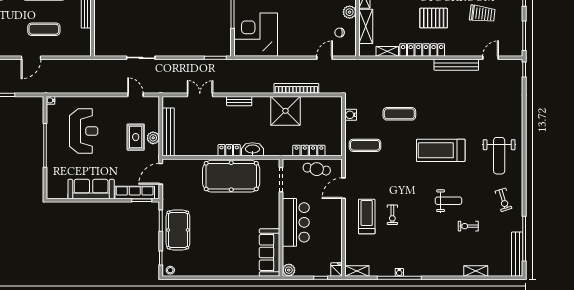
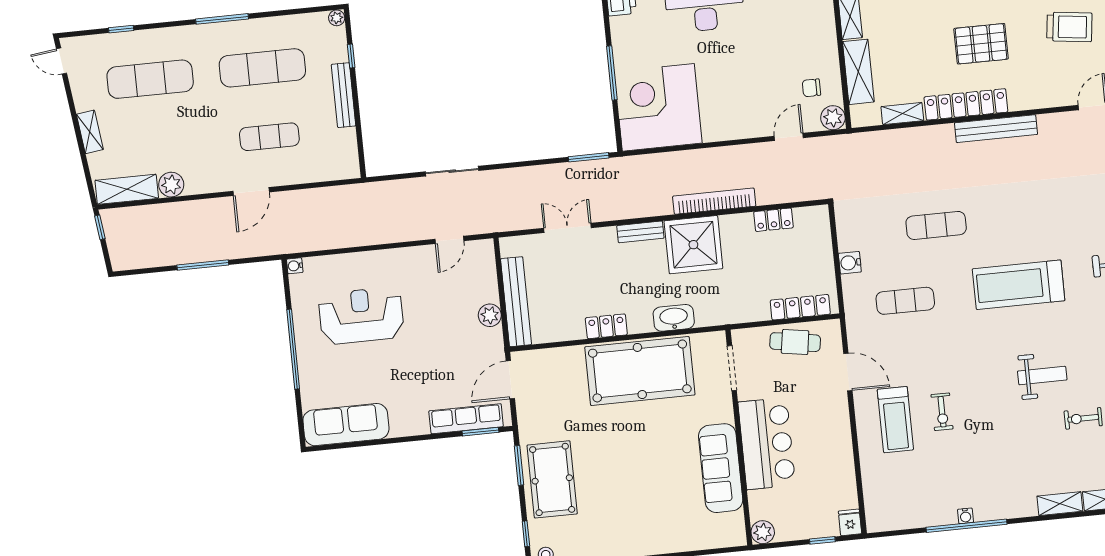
plant: (350, 12) -> (833, 118), moved
bench: (456, 65) -> (996, 129), moved
bookcase: (296, 88) -> (714, 201), moved
door: (135, 95) -> (449, 240), swing flipped
locker: (312, 102) -> (774, 220), added
shower: (285, 111) -> (693, 245), moved
water cooler: (351, 115) -> (850, 263), moved
reception desk: (84, 131) -> (361, 316), turned -90
rug: (136, 137) -> (458, 317), removed
exercise mat: (365, 145) -> (905, 301), moved
locker: (229, 150) -> (606, 326), moved
locker: (309, 150) -> (800, 307), moved
door: (344, 188) -> (848, 372), swing flipped
sofa: (91, 189) -> (346, 425), moved
treadmill: (367, 216) -> (895, 420), turned 180
sofa: (270, 252) -> (721, 468), moved
shelving: (357, 271) -> (1060, 504), moved

